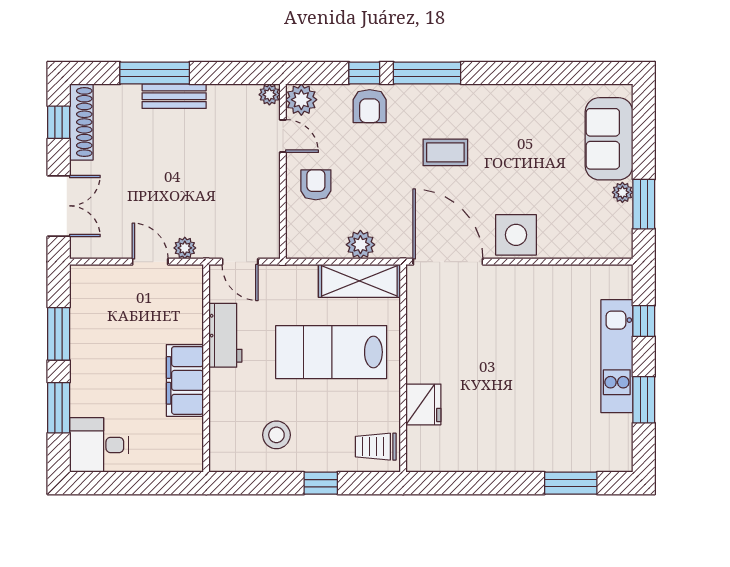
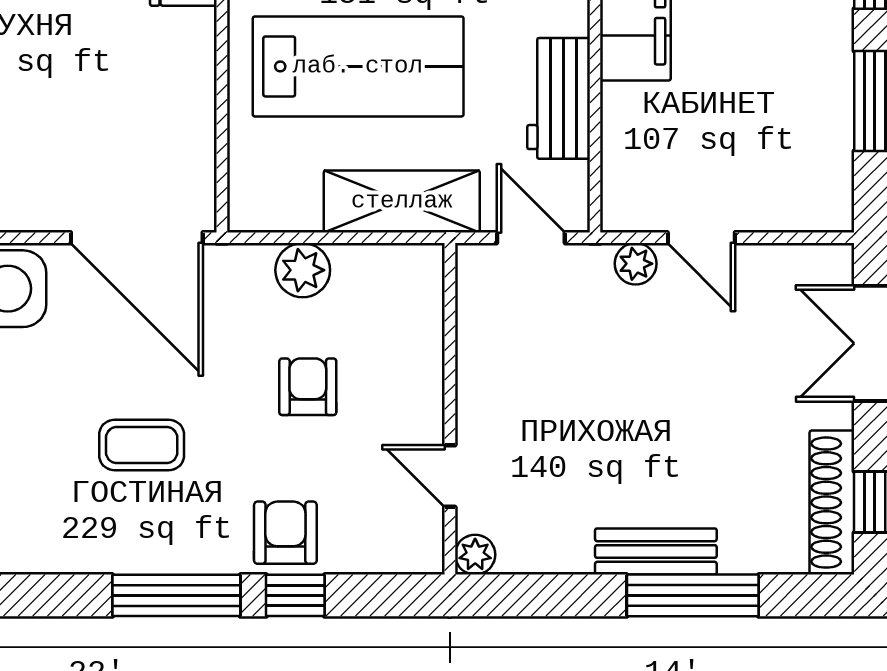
plant: (301, 100) -> (415, 545), removed
armchair: (316, 185) -> (308, 387), moved, turned 180
shelving: (359, 281) -> (402, 201), moved

